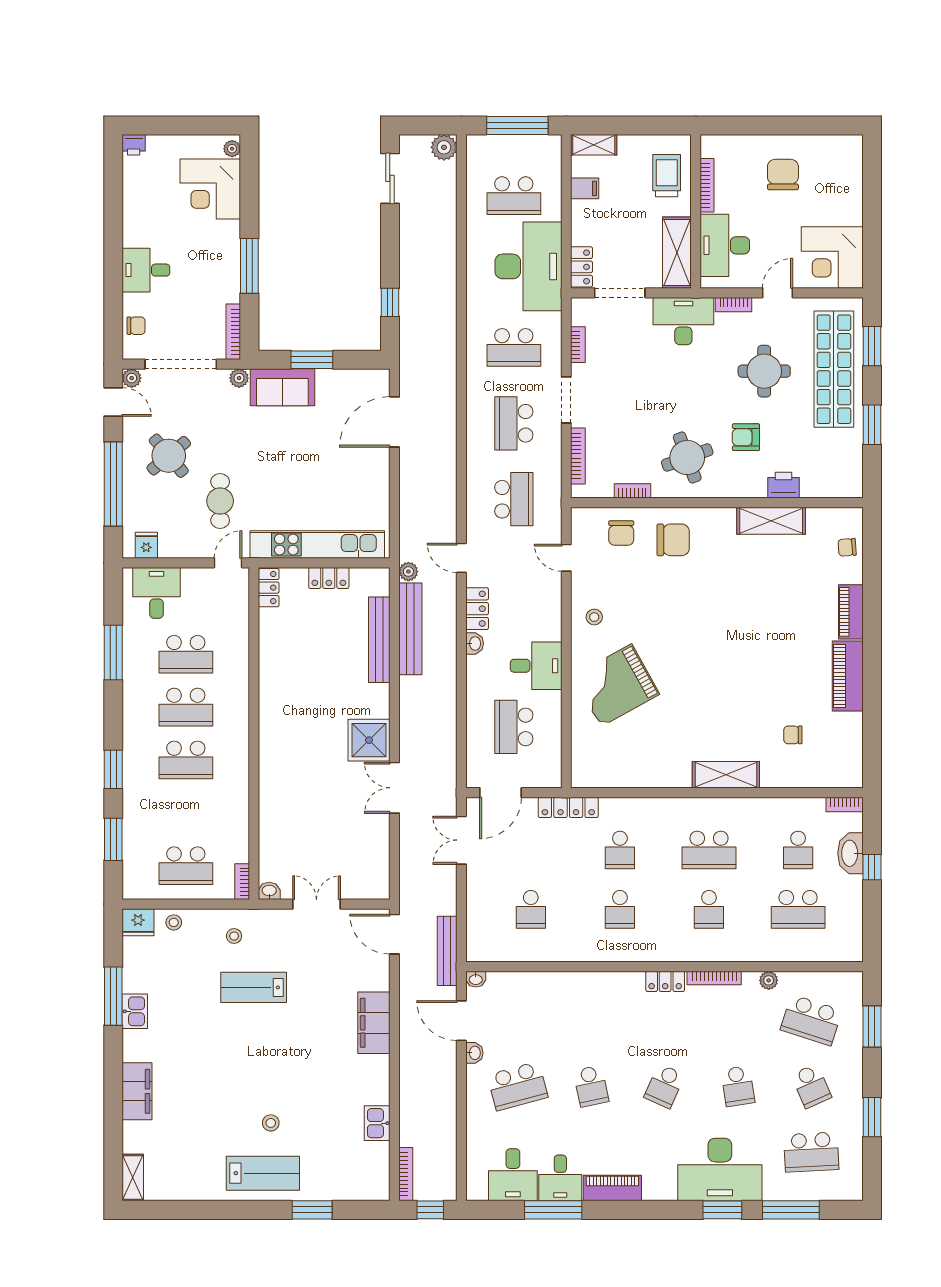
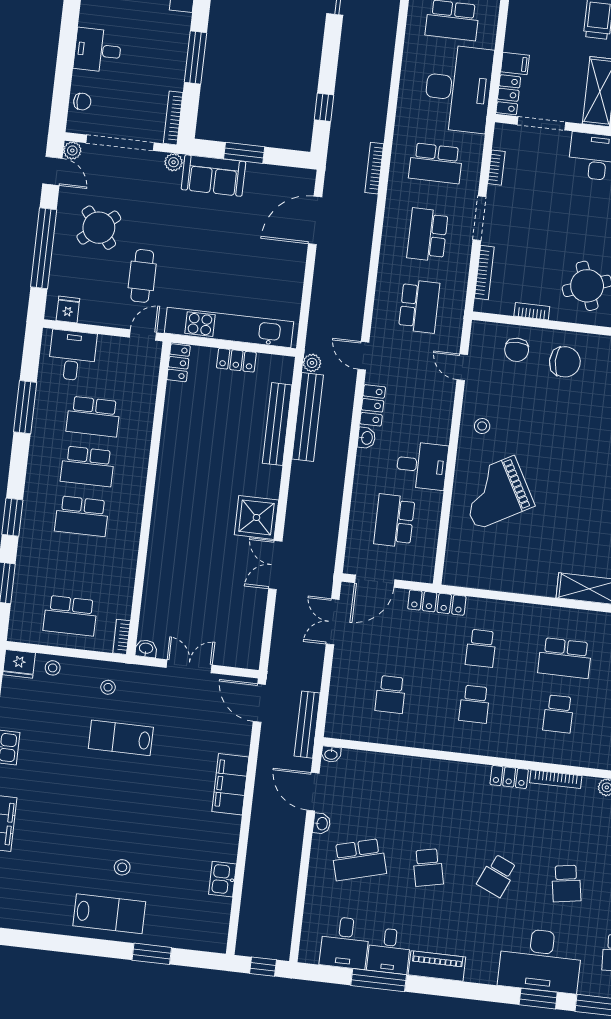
filing cabinet: (585, 188) -> (515, 63), moved
bookcase: (406, 1174) -> (374, 168), moved, turned 180

